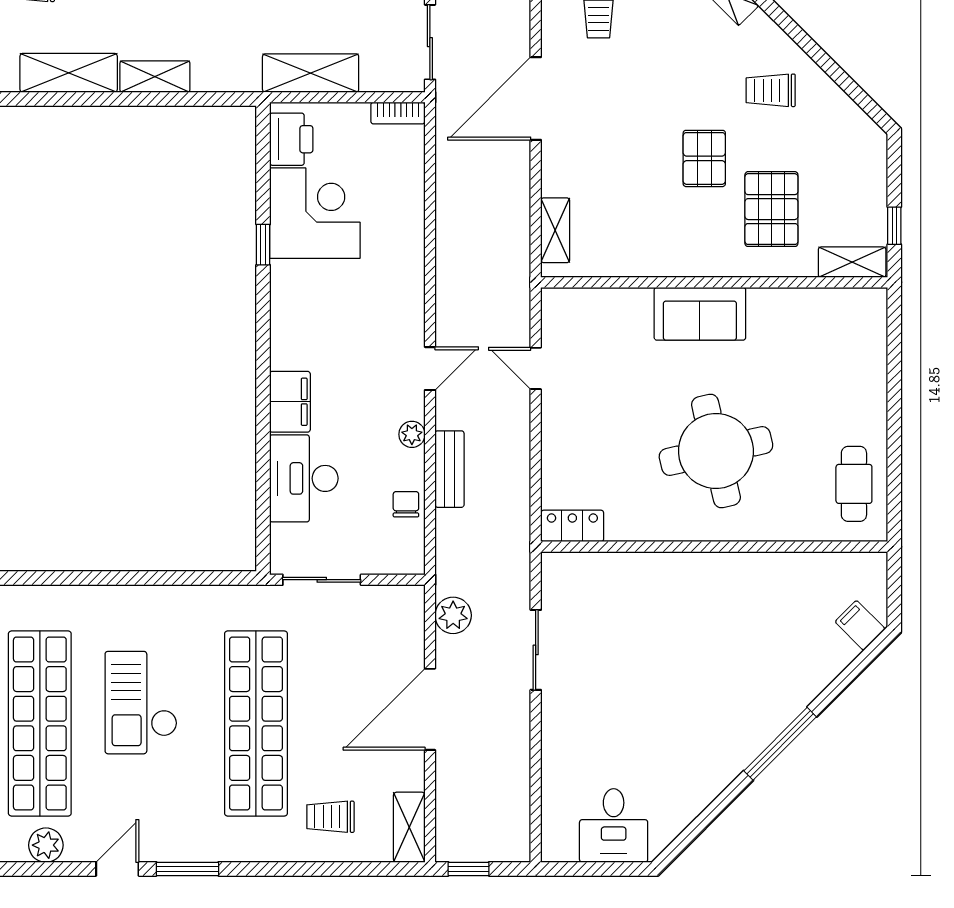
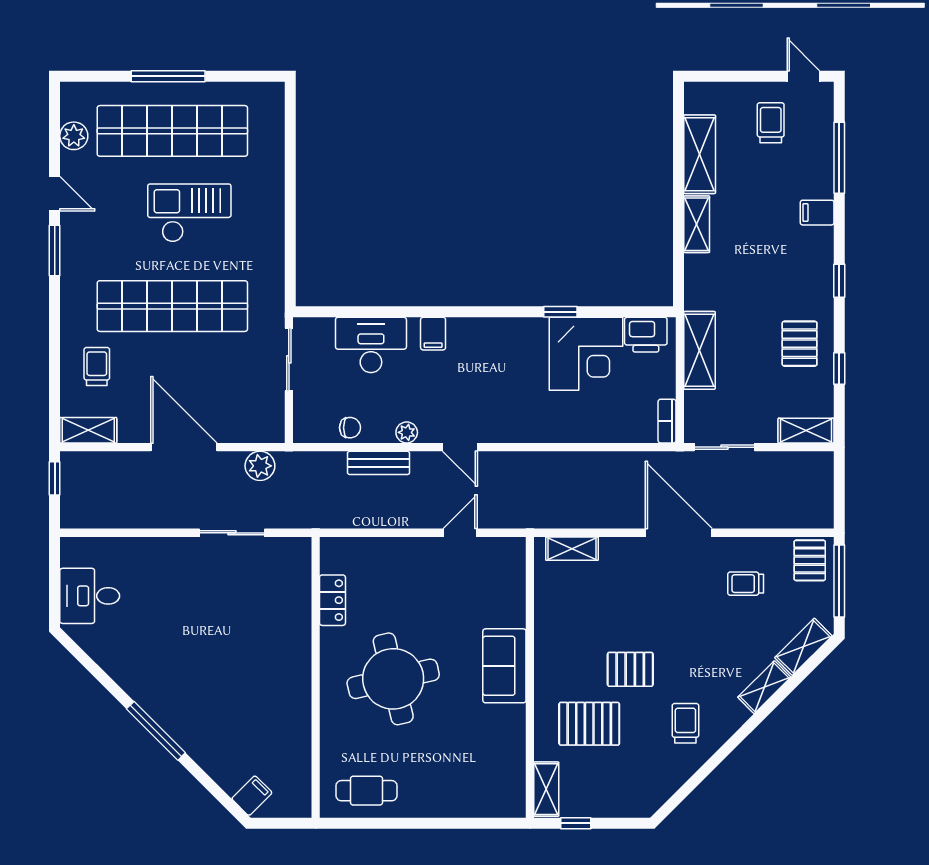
filing cabinet: (290, 402) -> (433, 334), width x0.50
locker: (572, 526) -> (332, 600), moved

